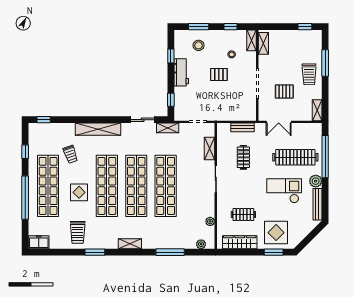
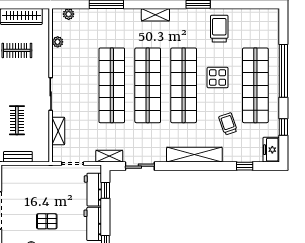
workbench: (181, 101) -> (93, 190), added
window: (44, 120) -> (245, 166), moved
freezer: (39, 242) -> (271, 150), moved, turned 90

